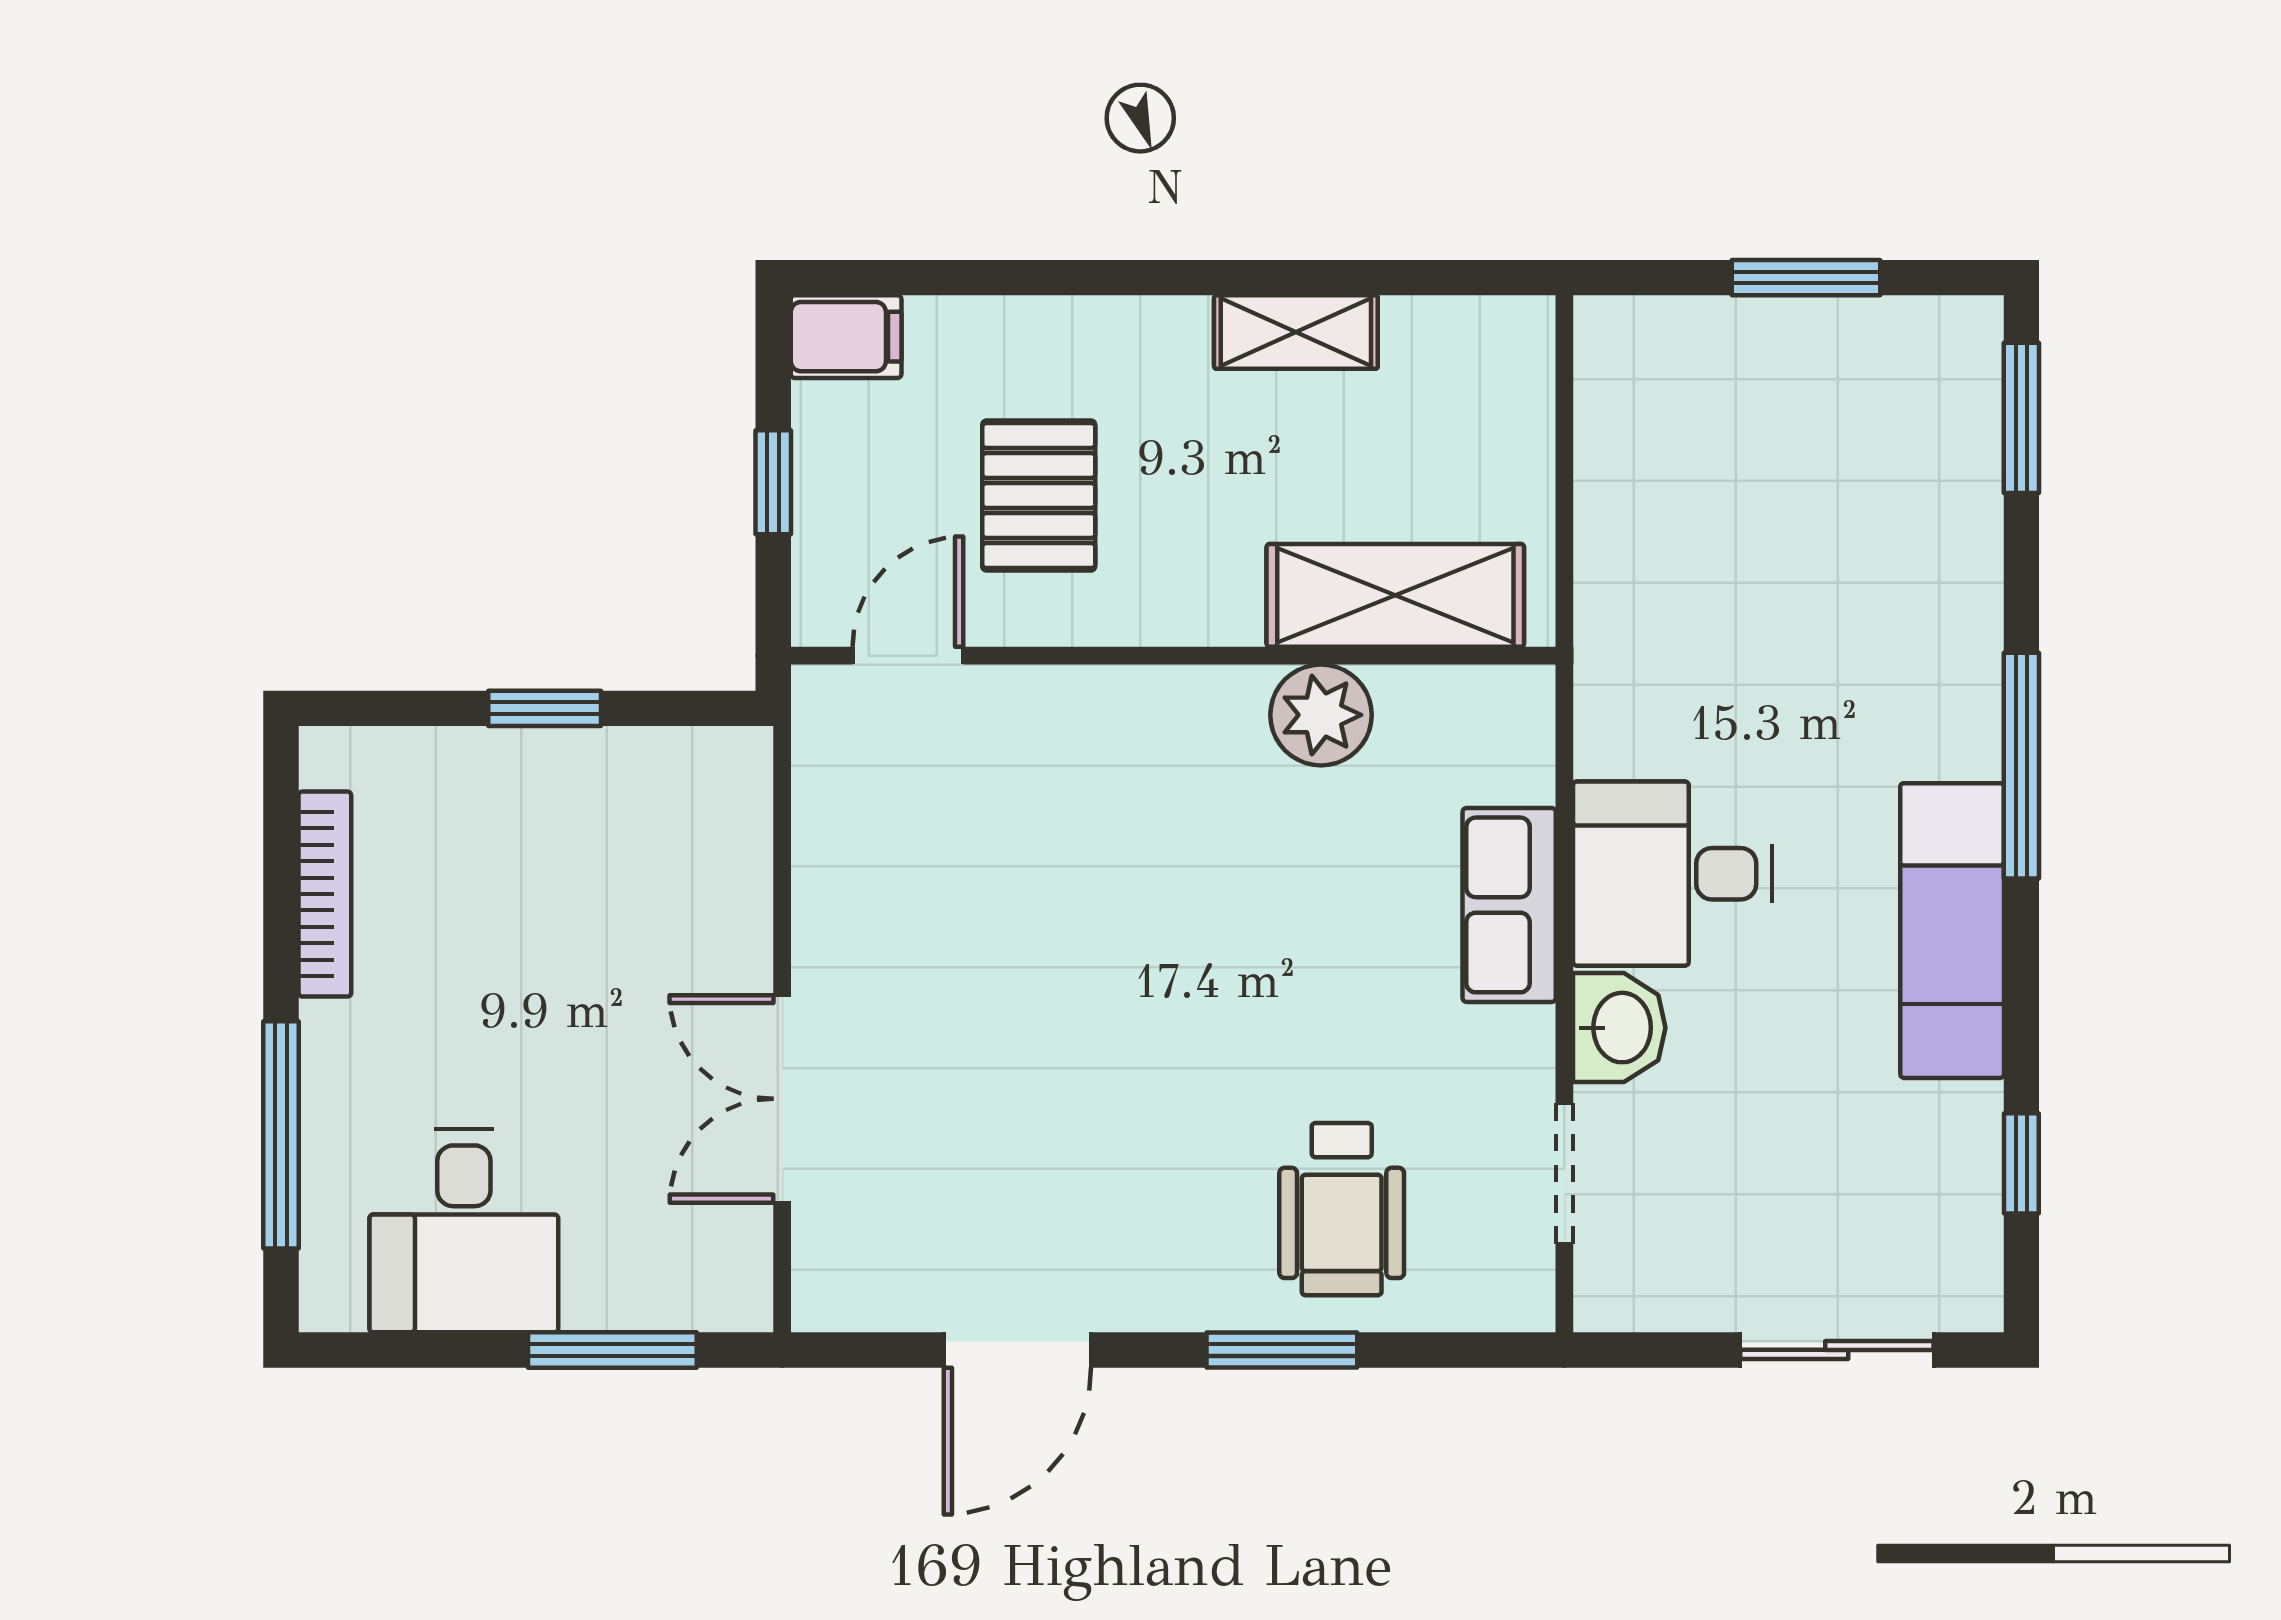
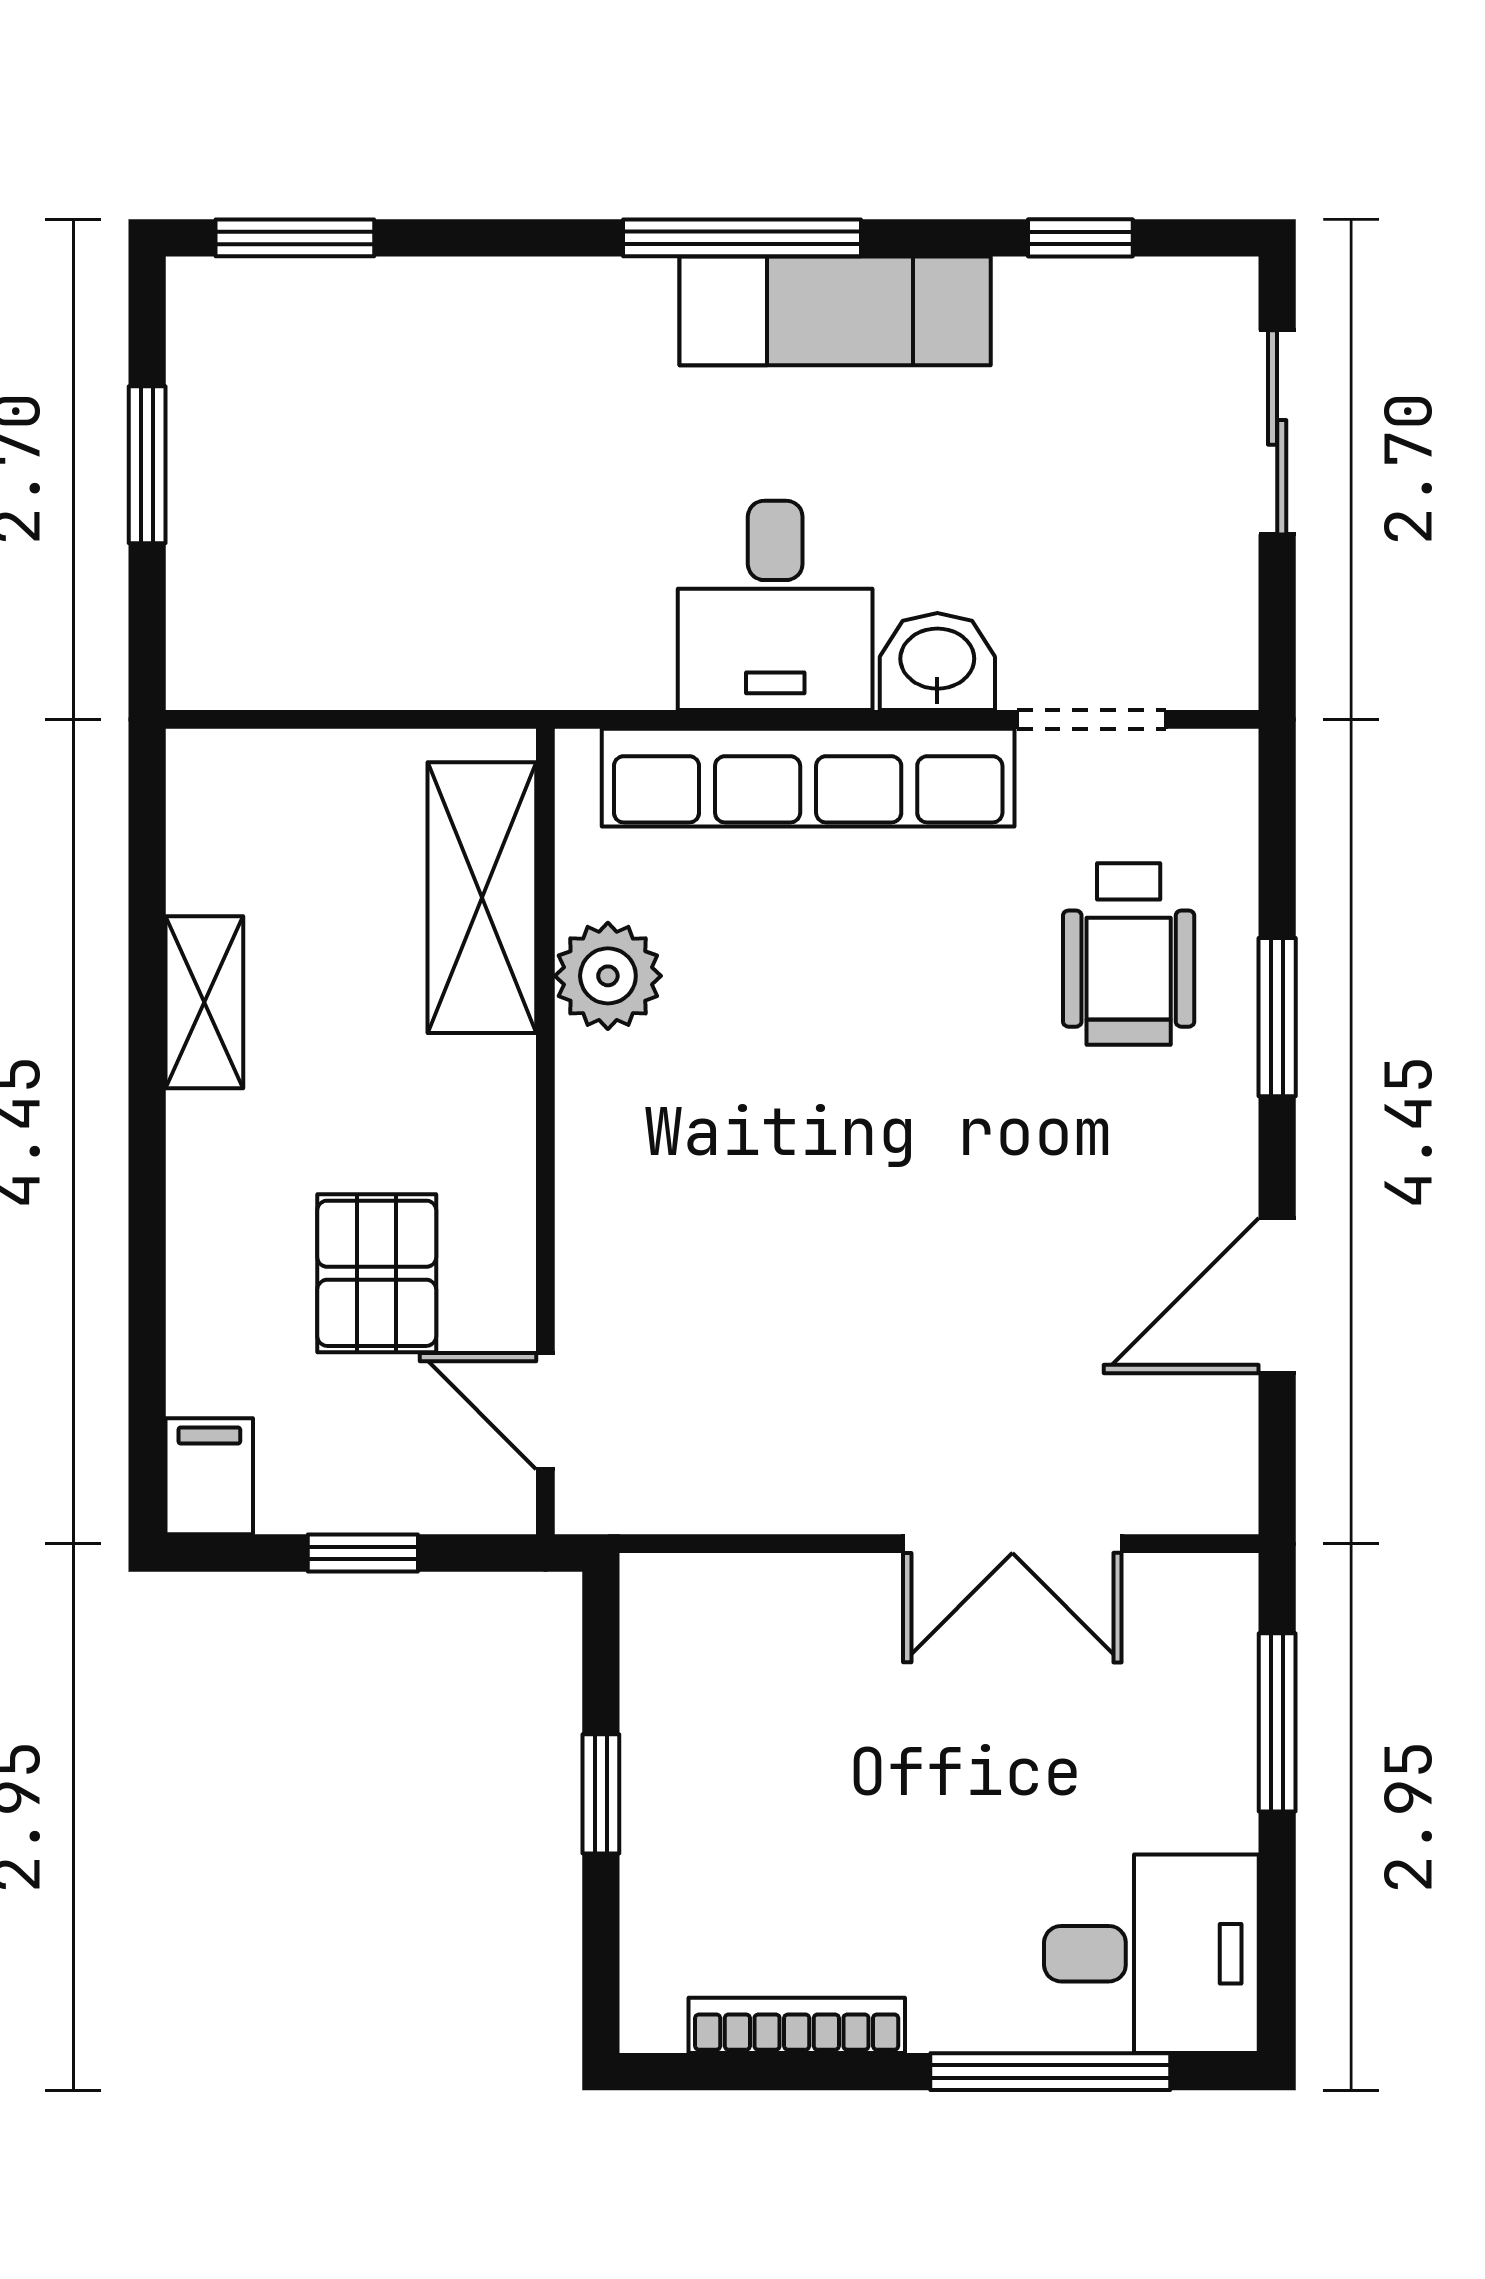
pallet: (1039, 496) -> (377, 1273), turned 90
window: (2021, 766) -> (742, 238), moved
row of seats: (1509, 905) -> (808, 778), width x2.02
wheelchair: (1342, 1209) -> (1129, 954), turned 90
desk: (464, 1231) -> (1151, 1954), moved
door: (1017, 1350) -> (1277, 1296), swing flipped

